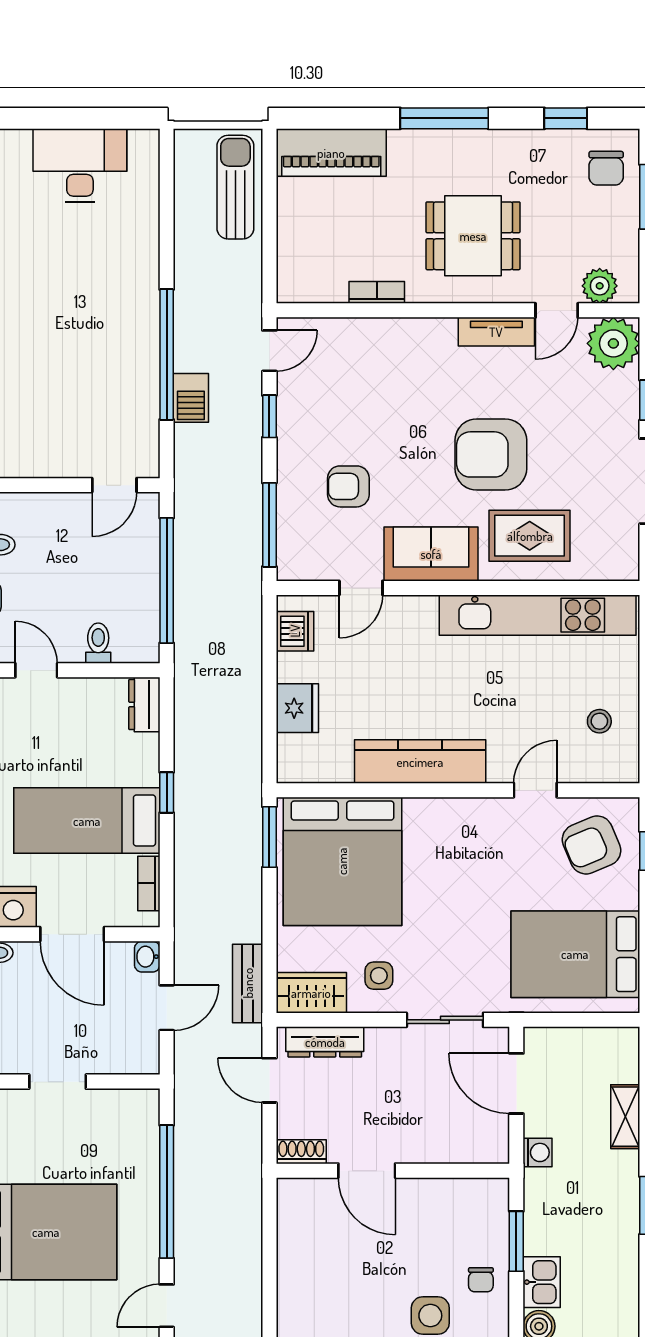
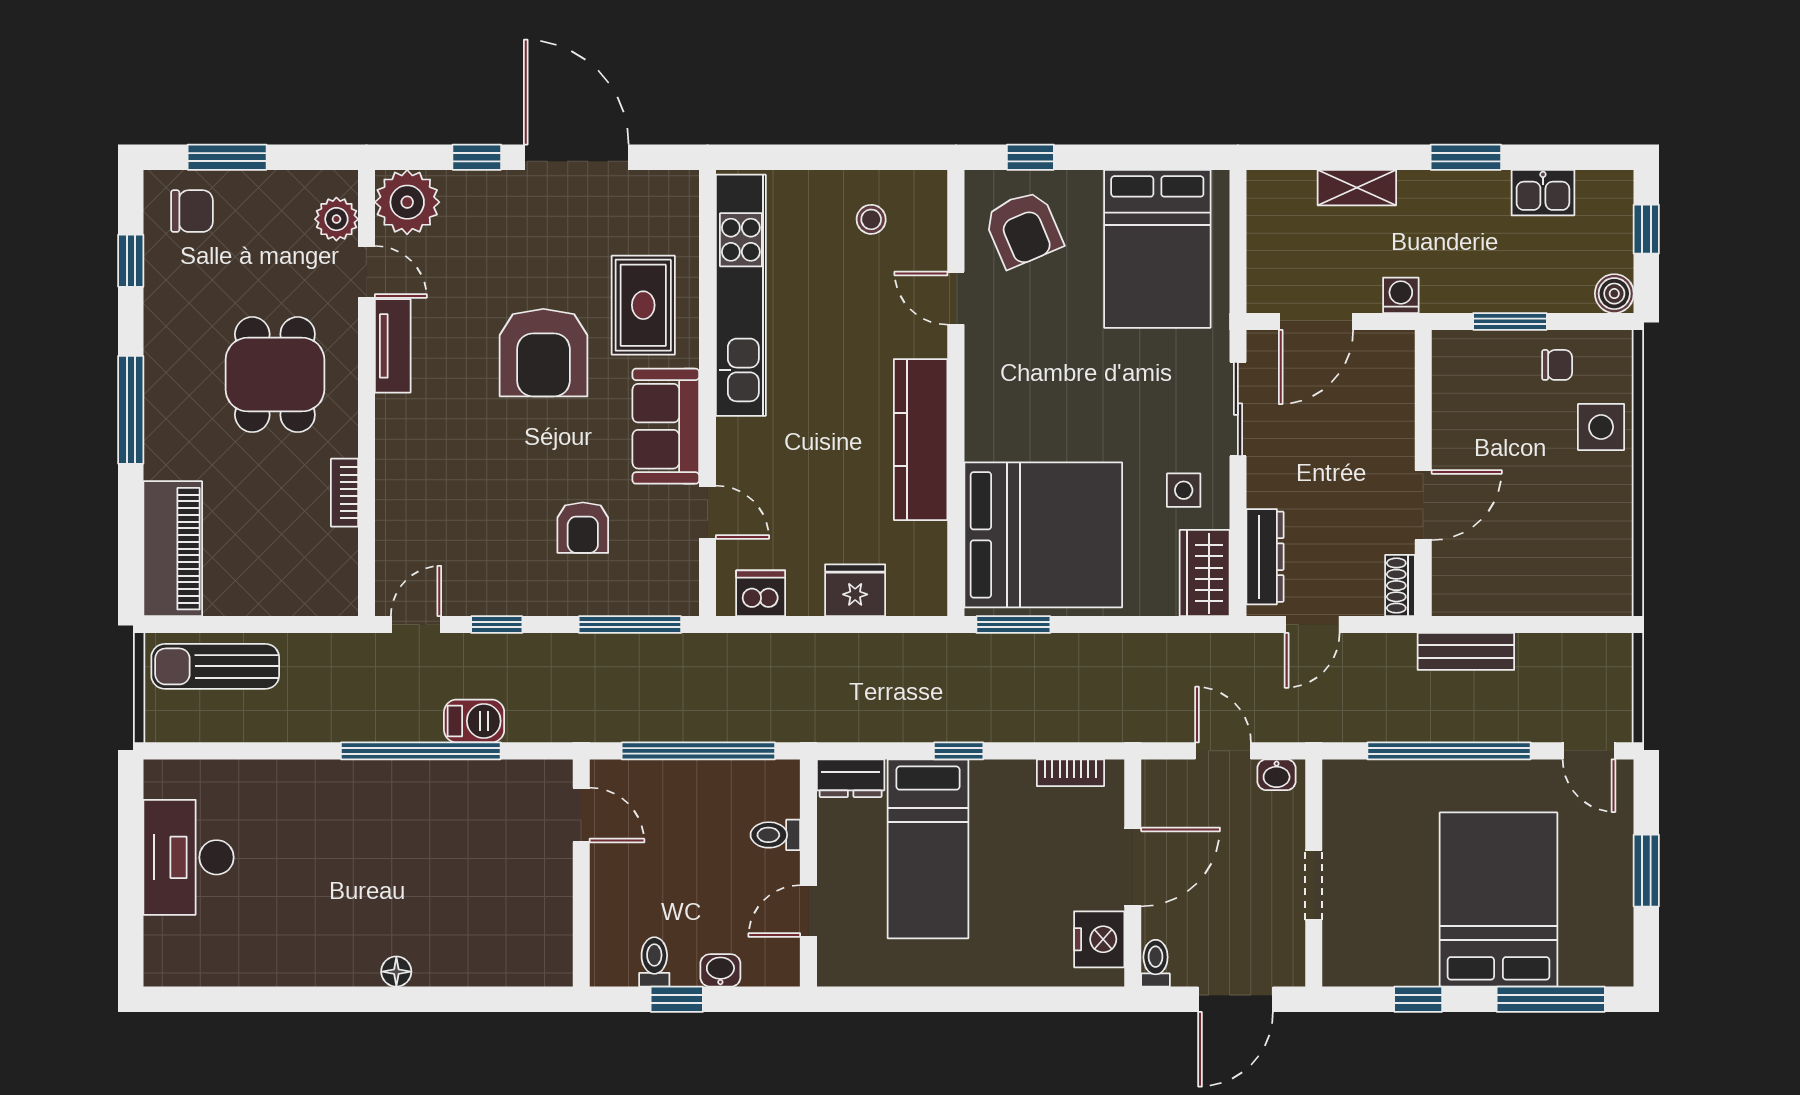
door: (269, 351) -> (416, 625), hinge flipped
bed: (87, 821) -> (928, 849), moved
washbasin: (147, 957) -> (1277, 775), moved
bench: (248, 983) -> (1466, 651), moved
kitchen sink: (542, 1282) -> (1543, 193), moved, turned 180

